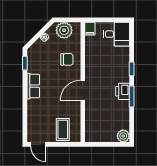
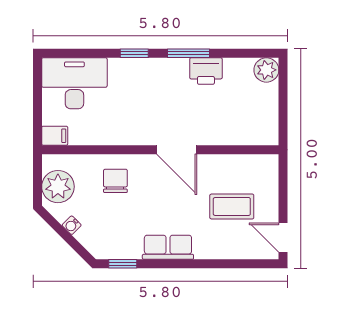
desk: (116, 34) -> (74, 83), width x1.37
printer: (123, 91) -> (206, 71), moved
coffee table: (63, 129) -> (232, 206), moved
door: (38, 144) -> (283, 238), swing flipped

